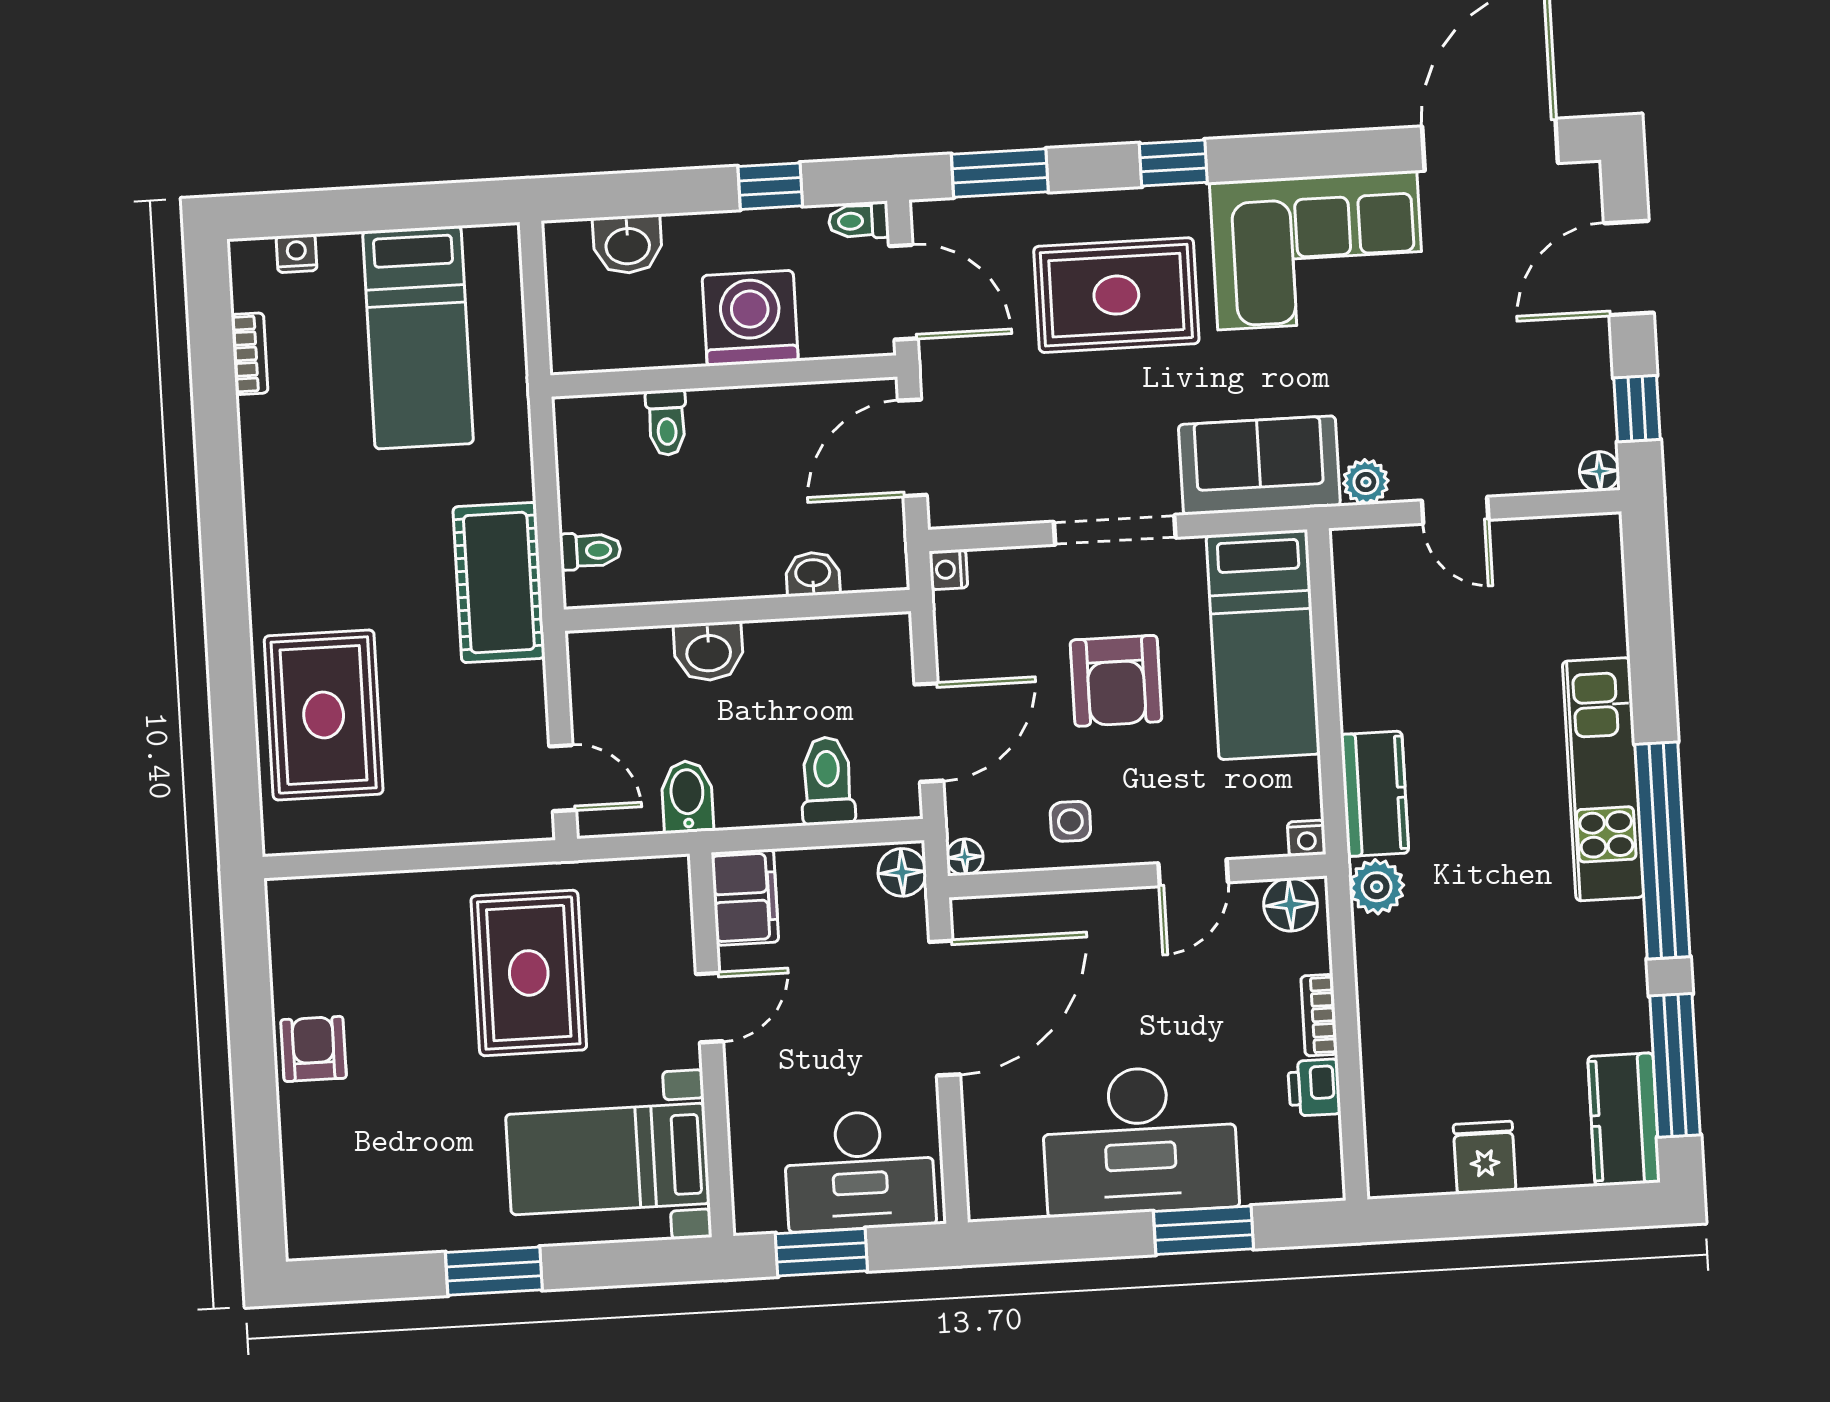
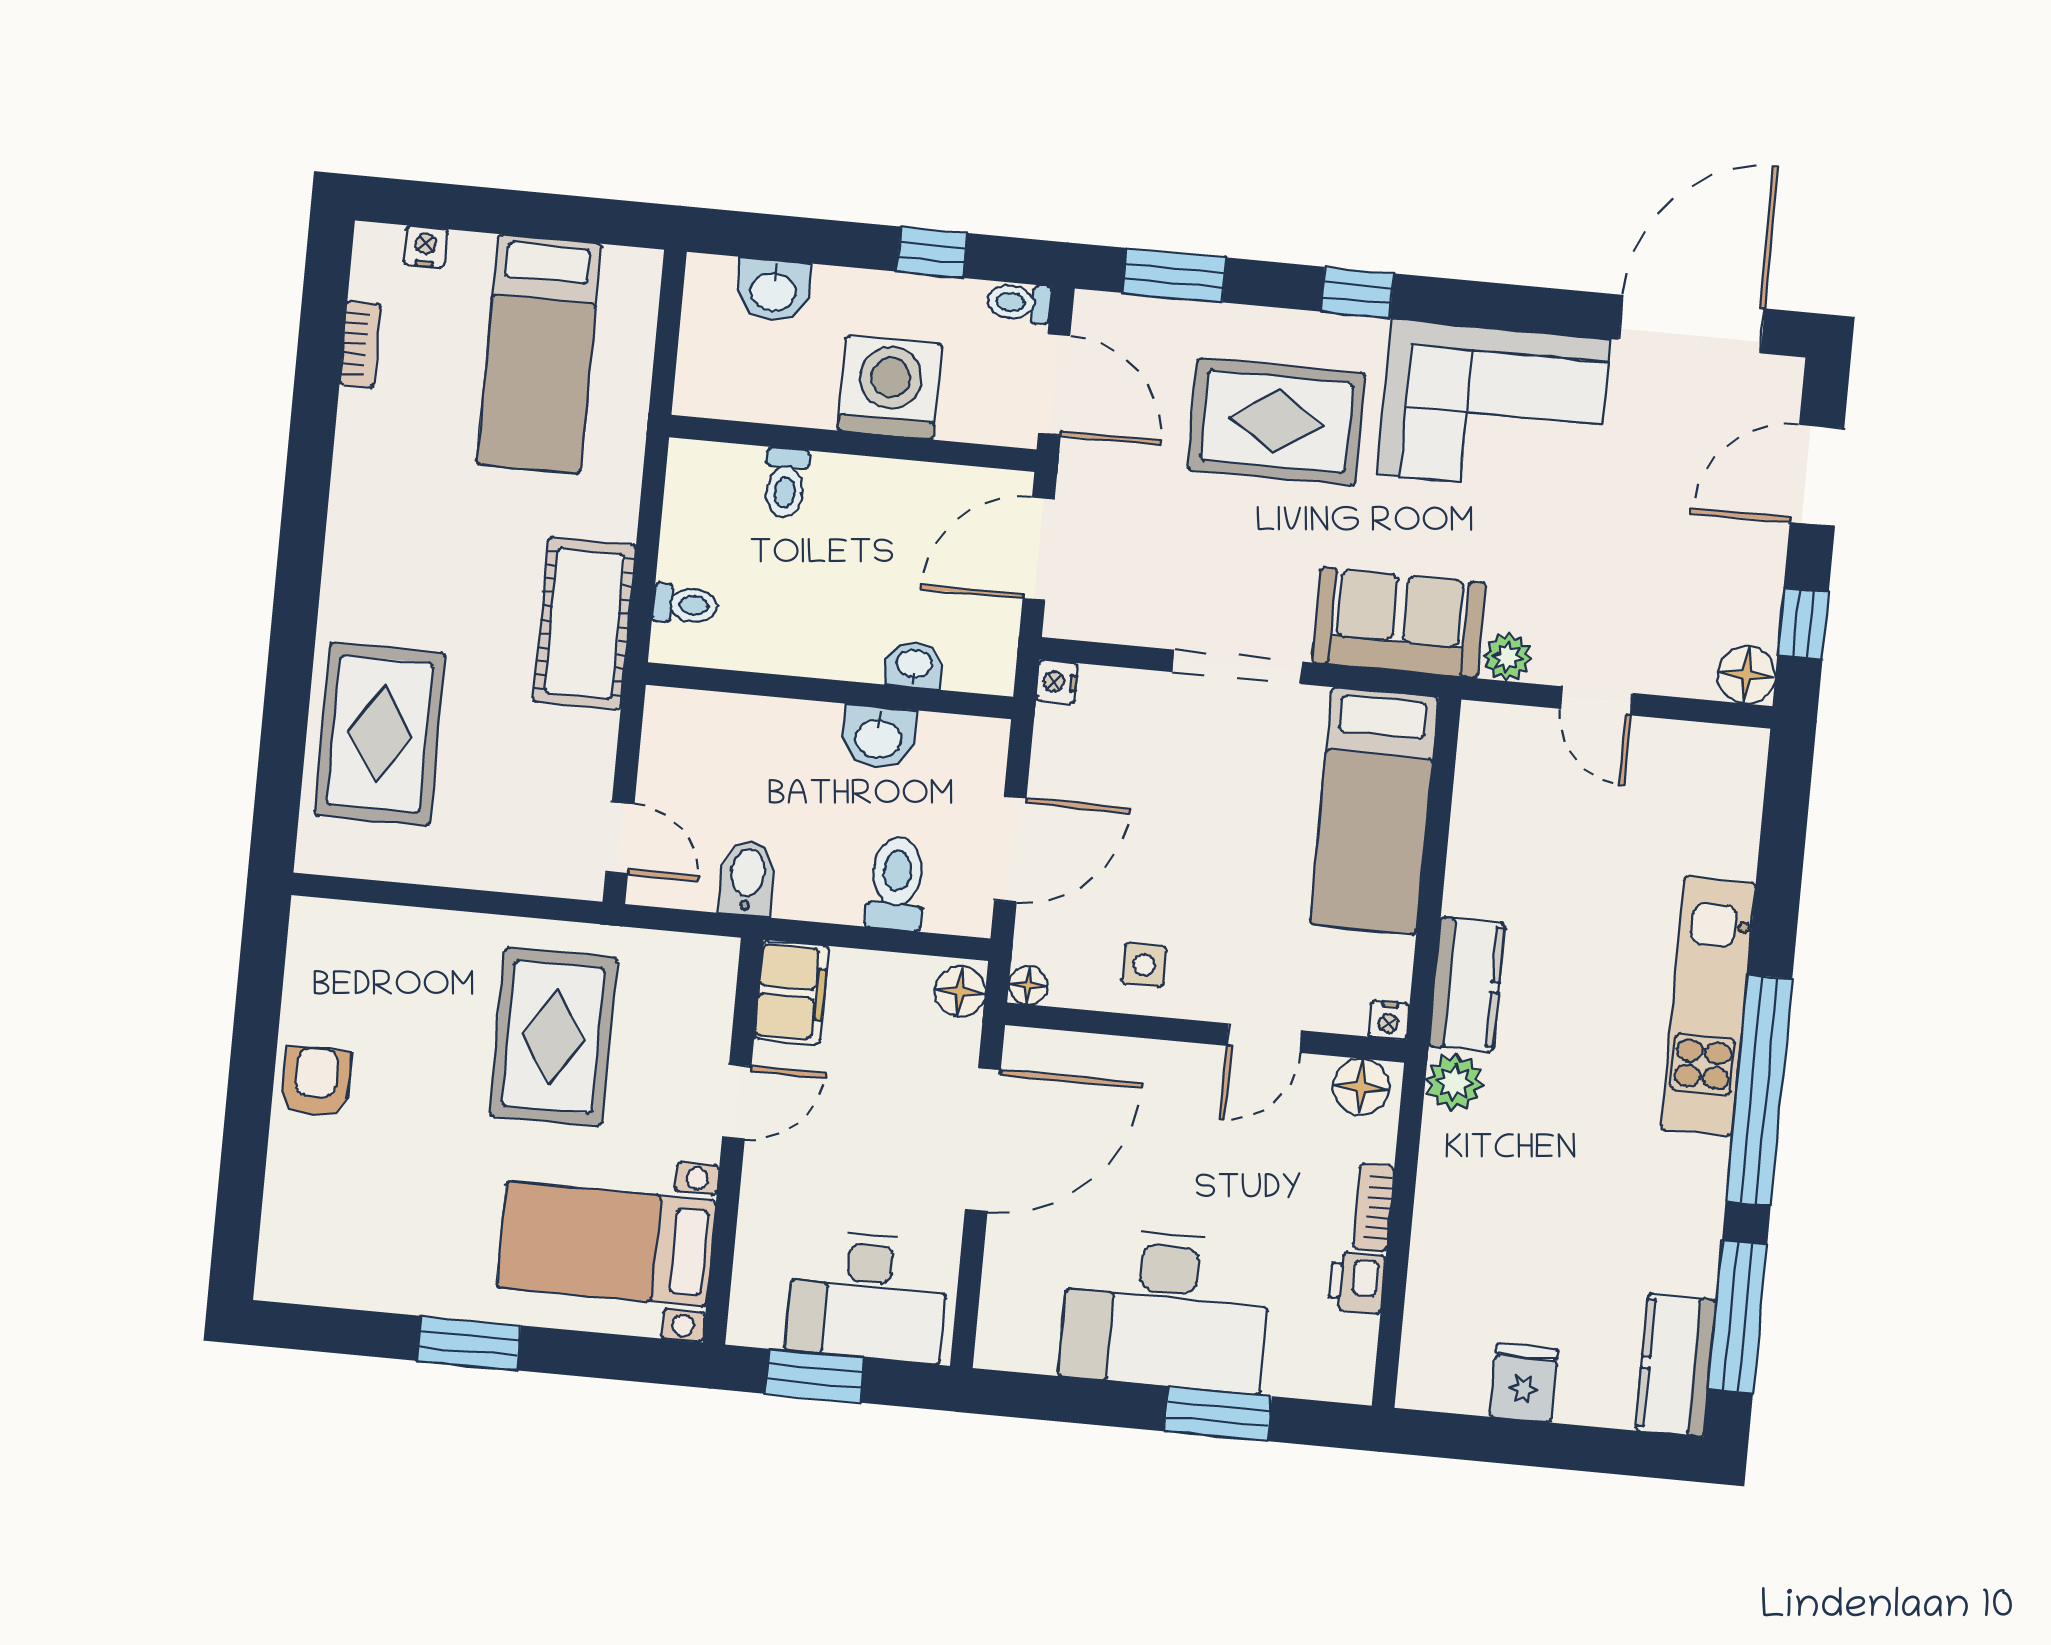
floor lamp: (1599, 471) -> (1747, 675), width x1.37, depth x1.37
washbasin: (709, 651) -> (878, 737), moved
armchair: (1116, 681) -> (1214, 825), removed

